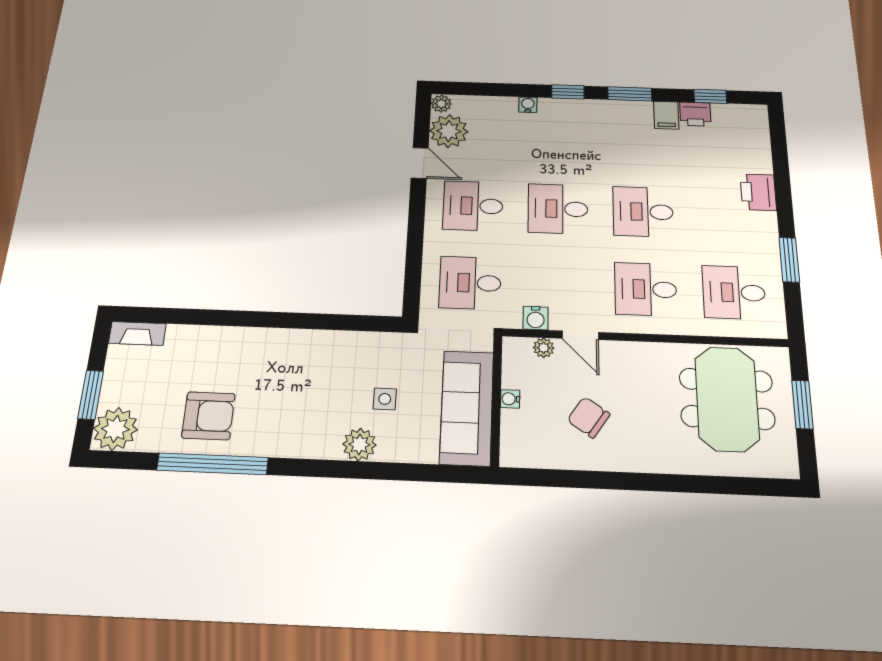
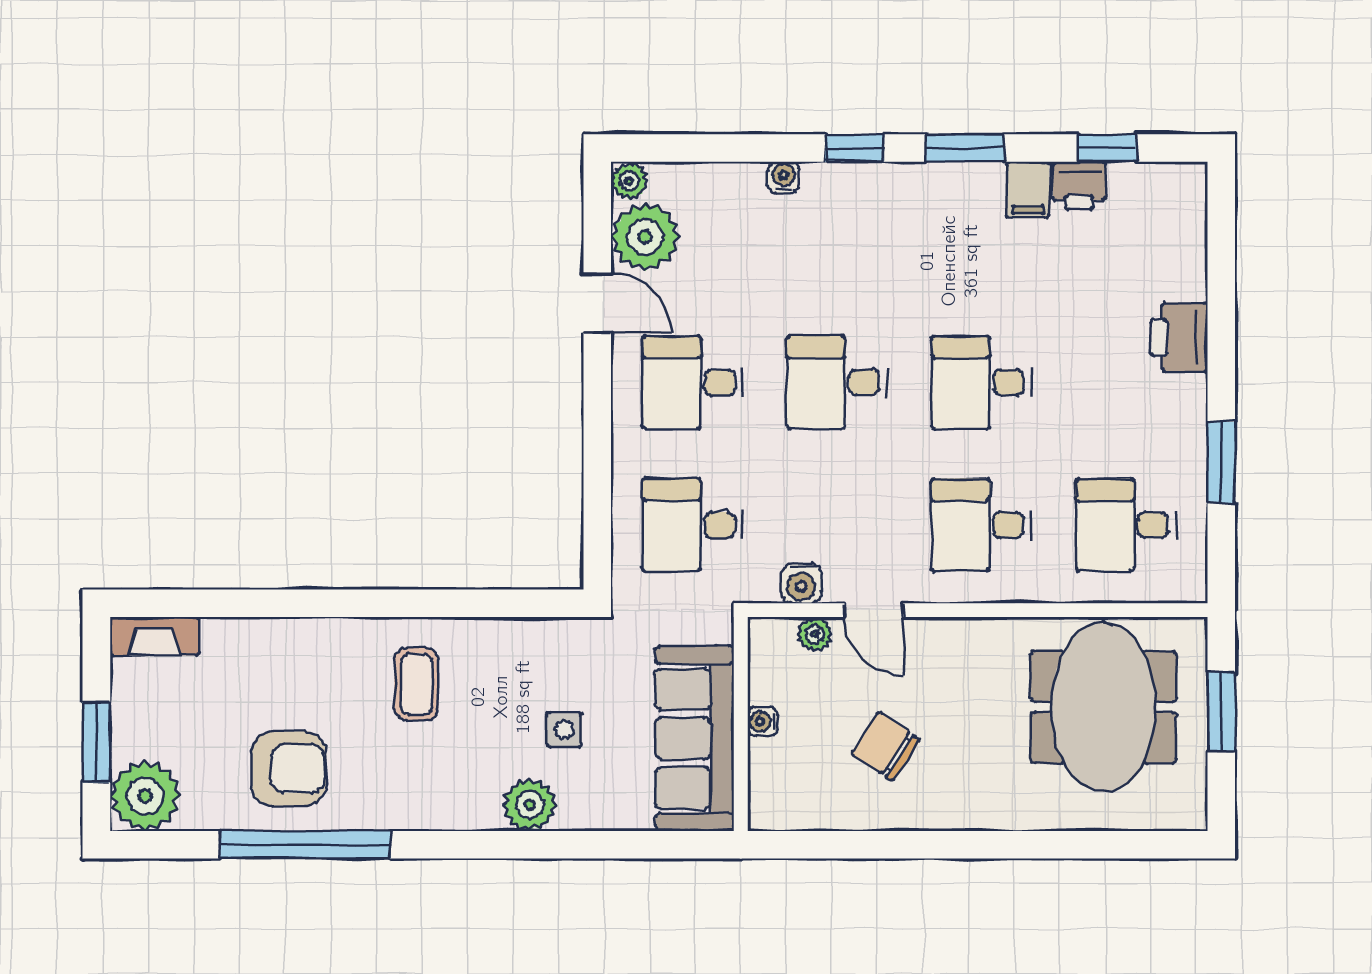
coffee table: (295, 368) -> (416, 684), added

